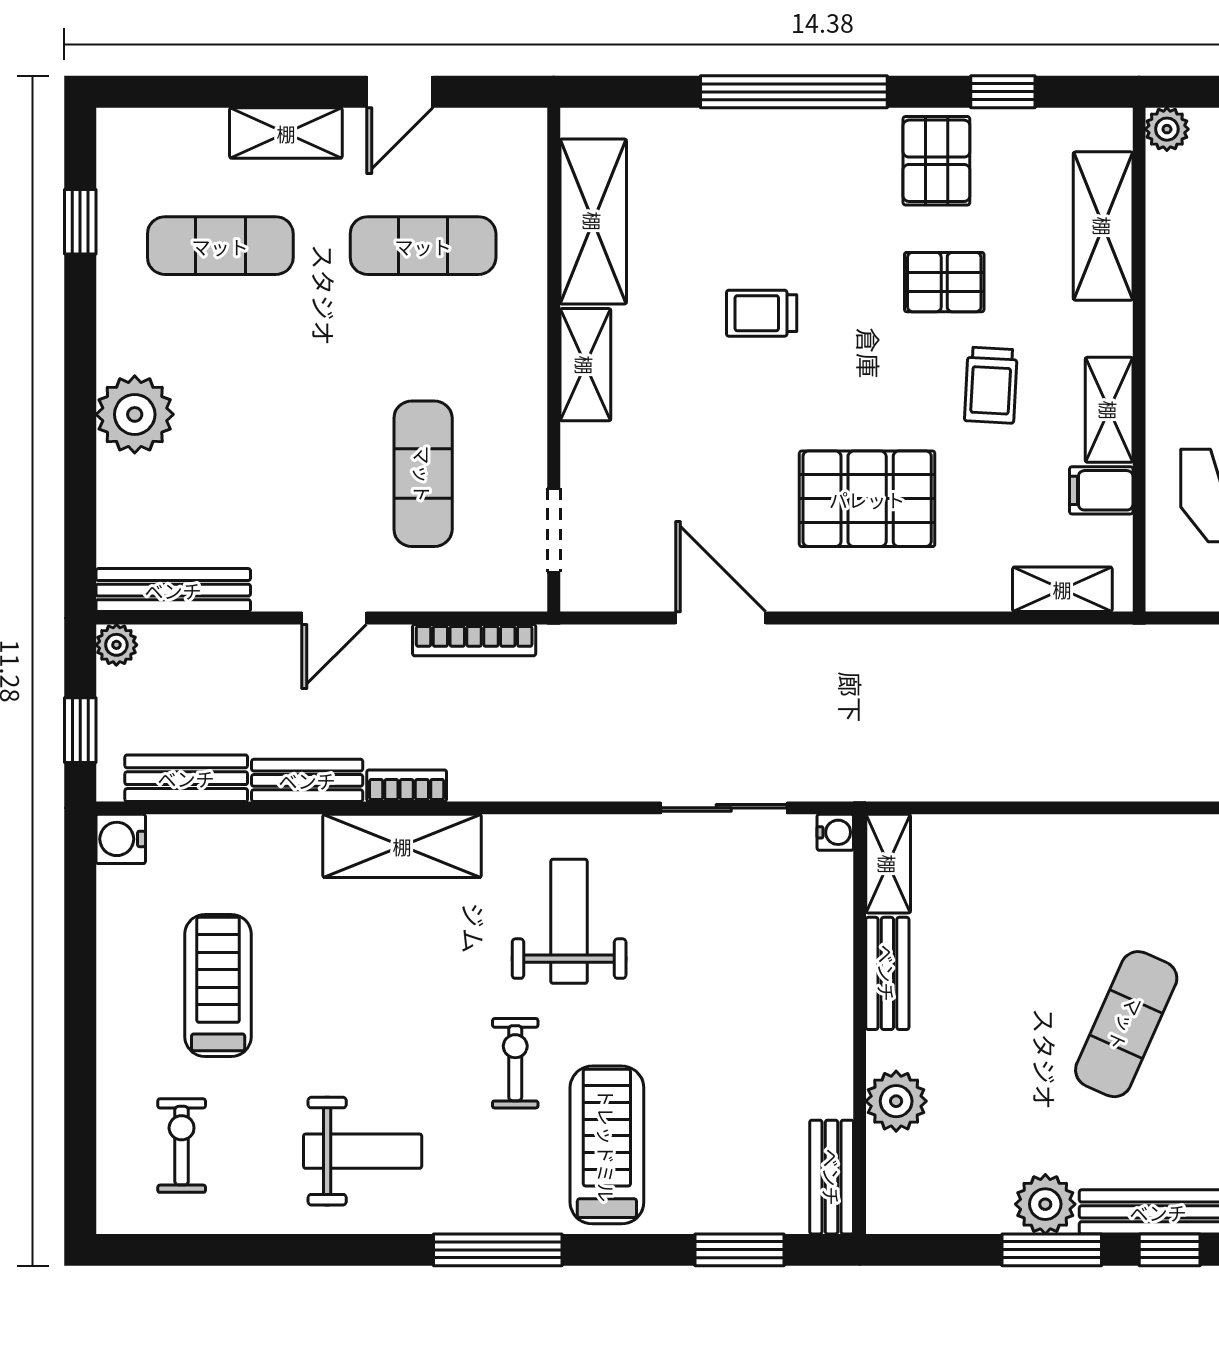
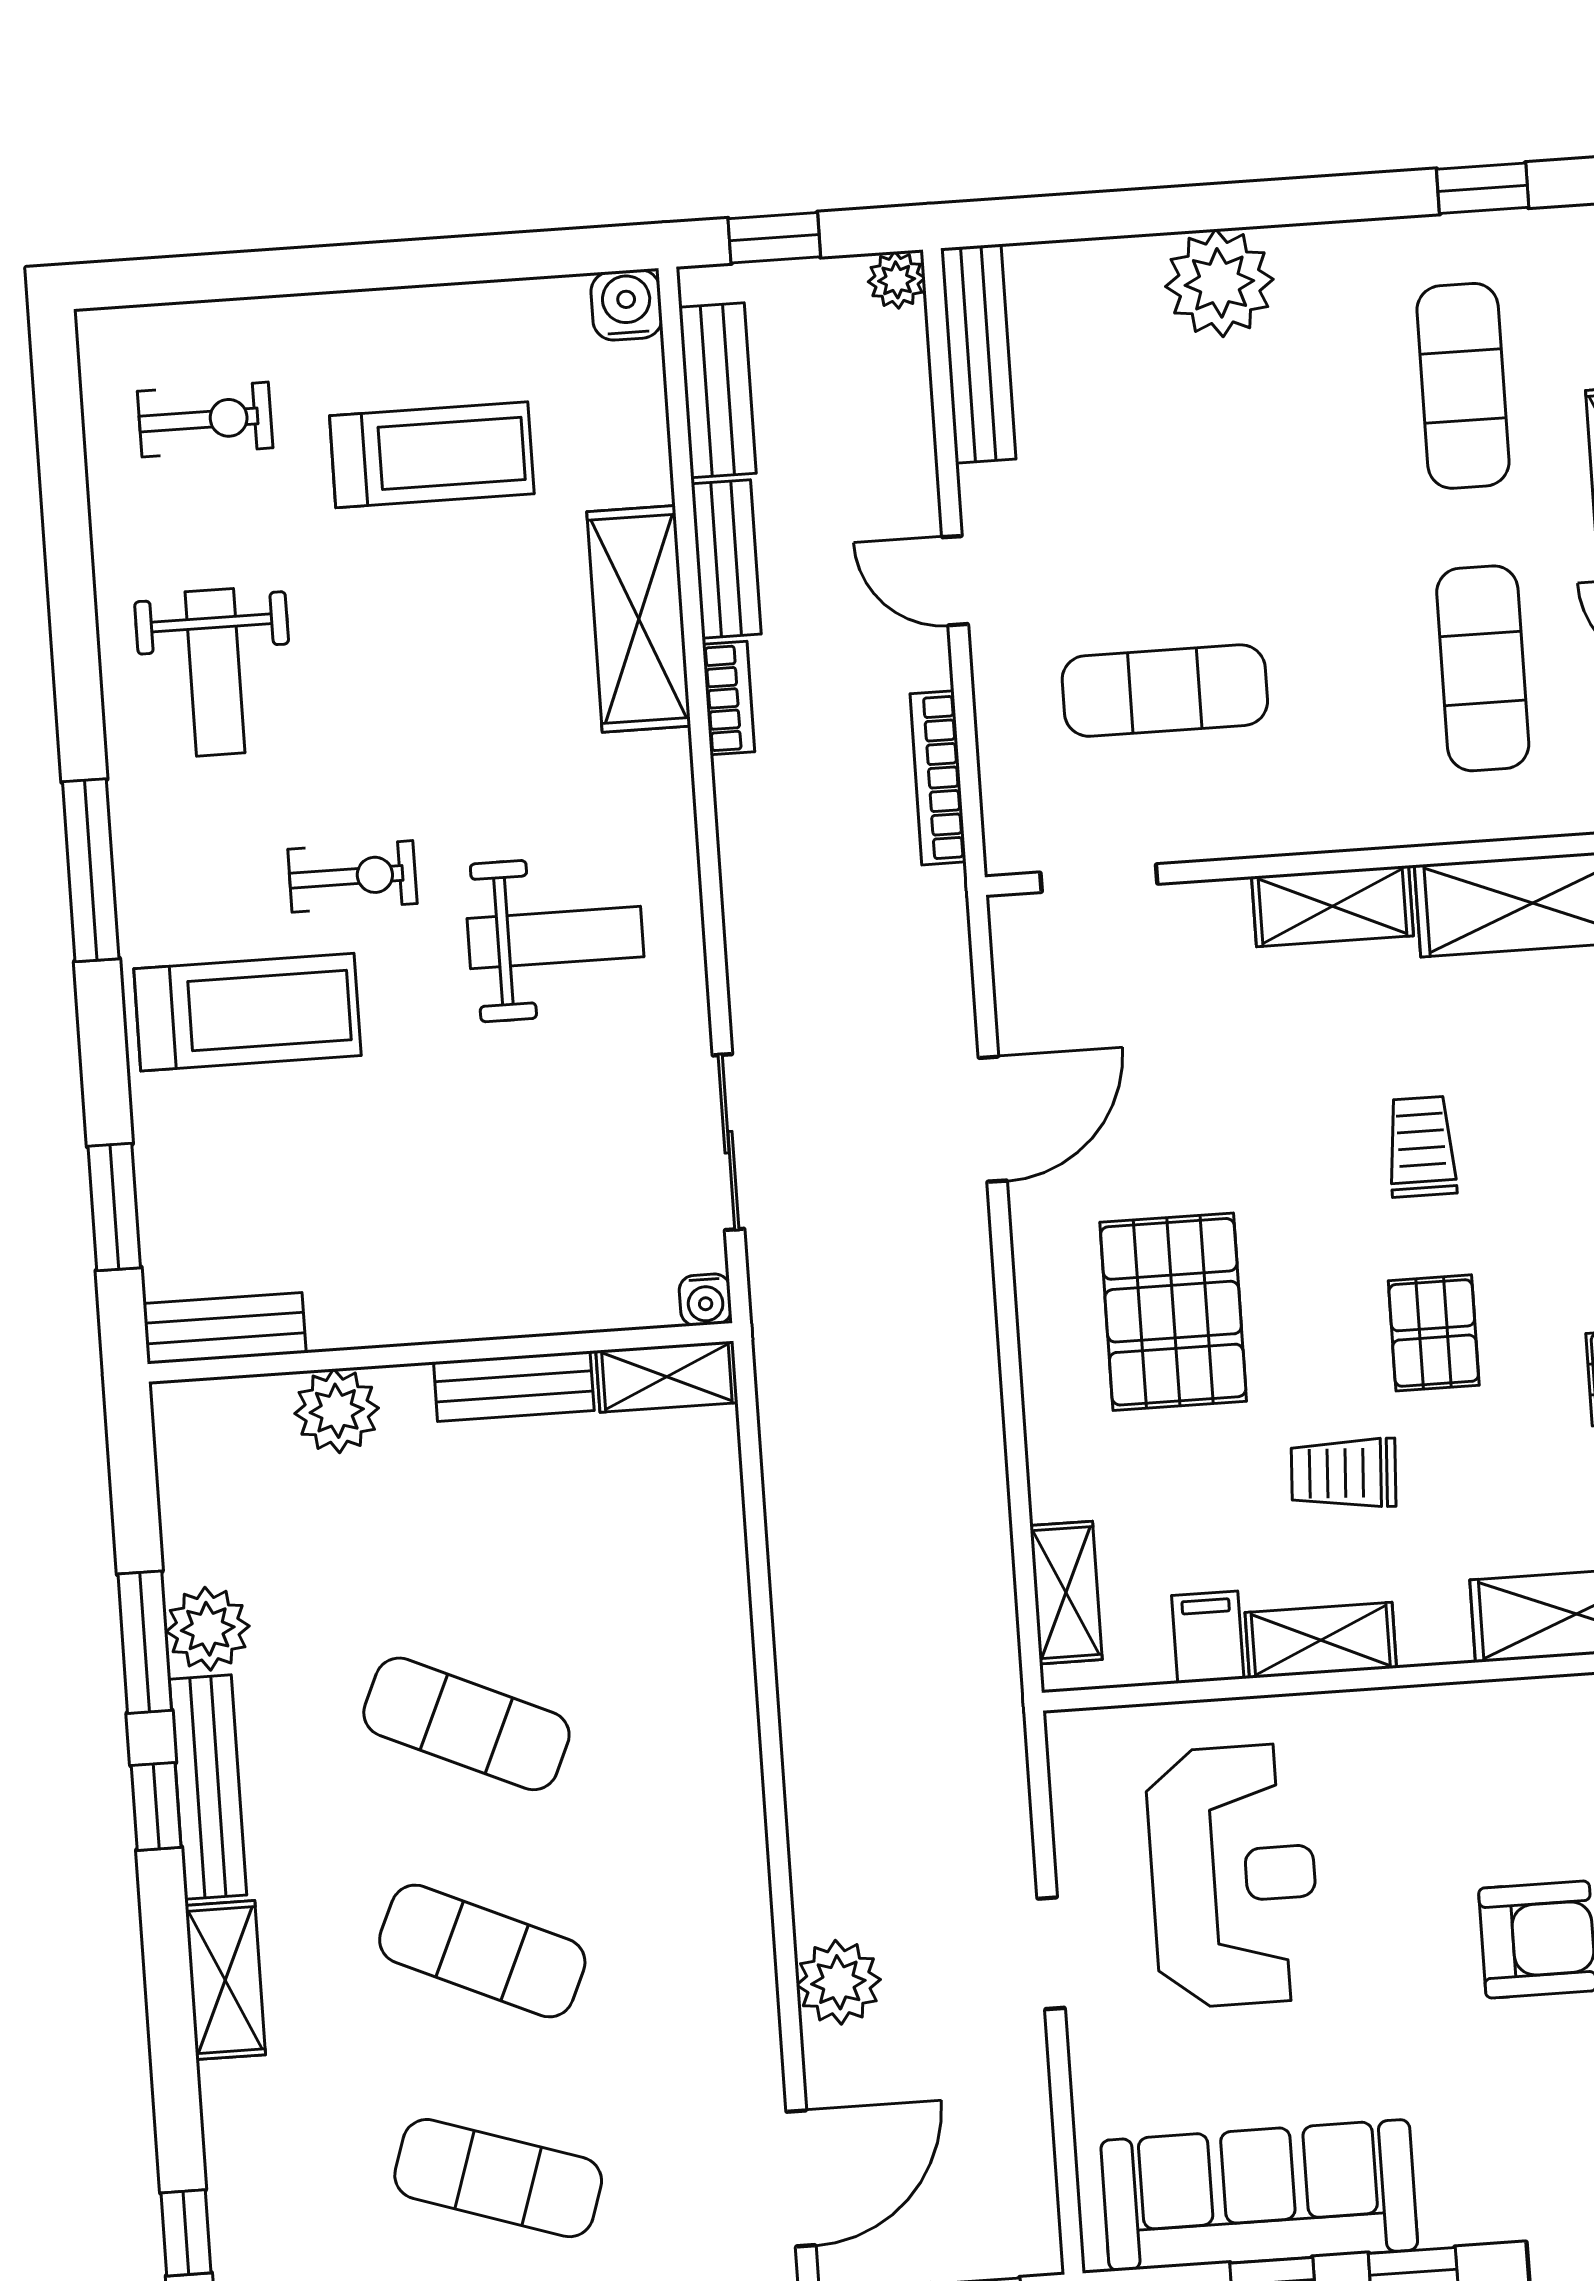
pallet: (944, 282) -> (1434, 1333), moved
shelving: (402, 846) -> (639, 619), moved

